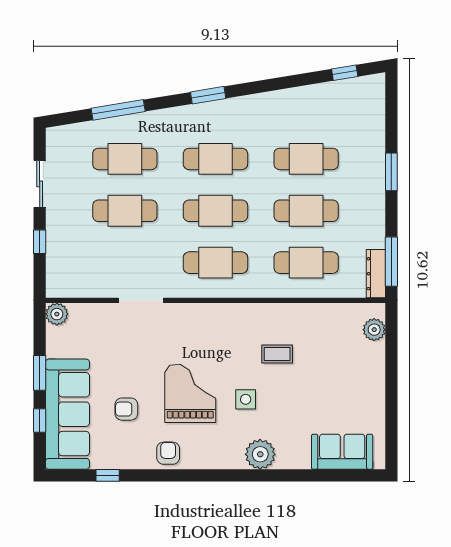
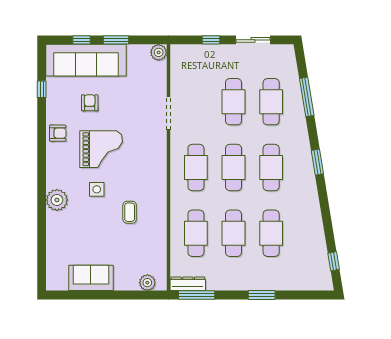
sofa: (342, 452) -> (91, 278), moved, turned -90

